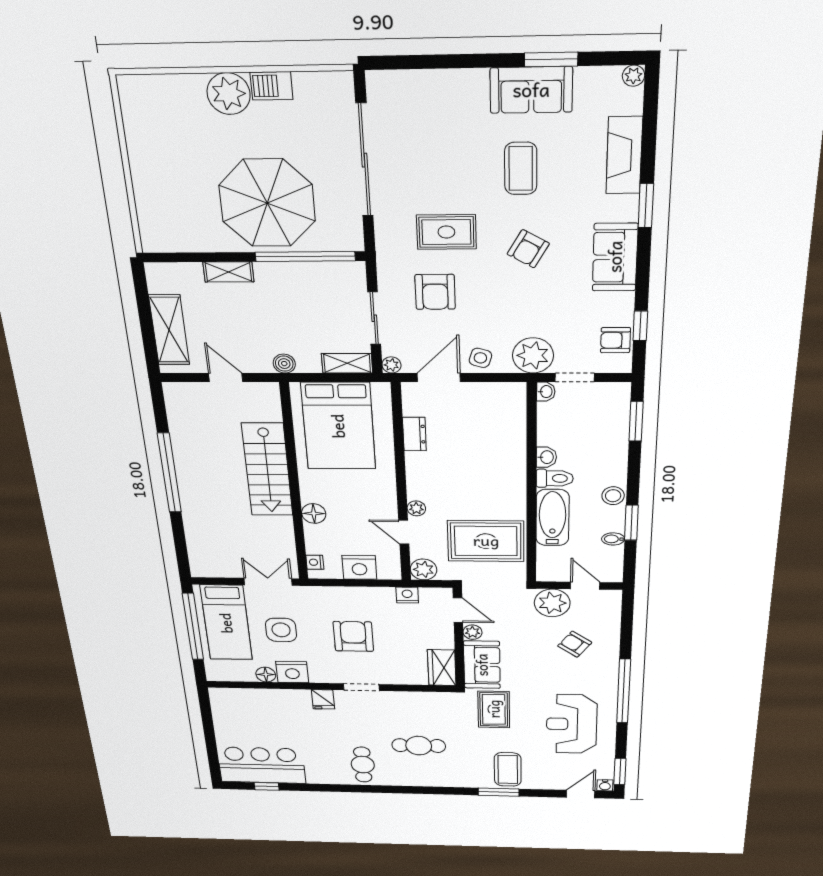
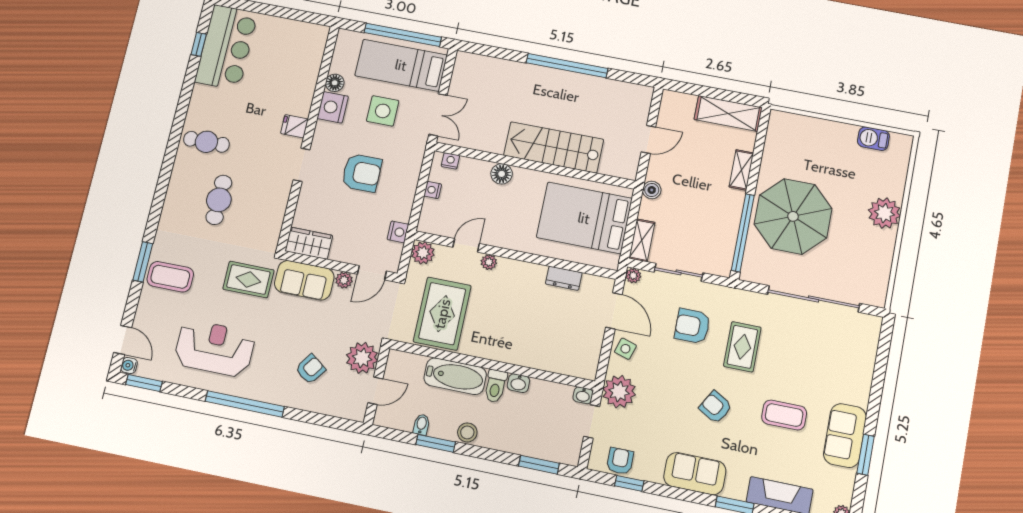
barbecue: (272, 86) -> (873, 139), moved, turned -90
shelving: (169, 330) -> (728, 113), moved
nightstand: (359, 567) -> (433, 190), width x0.53, depth x0.56

